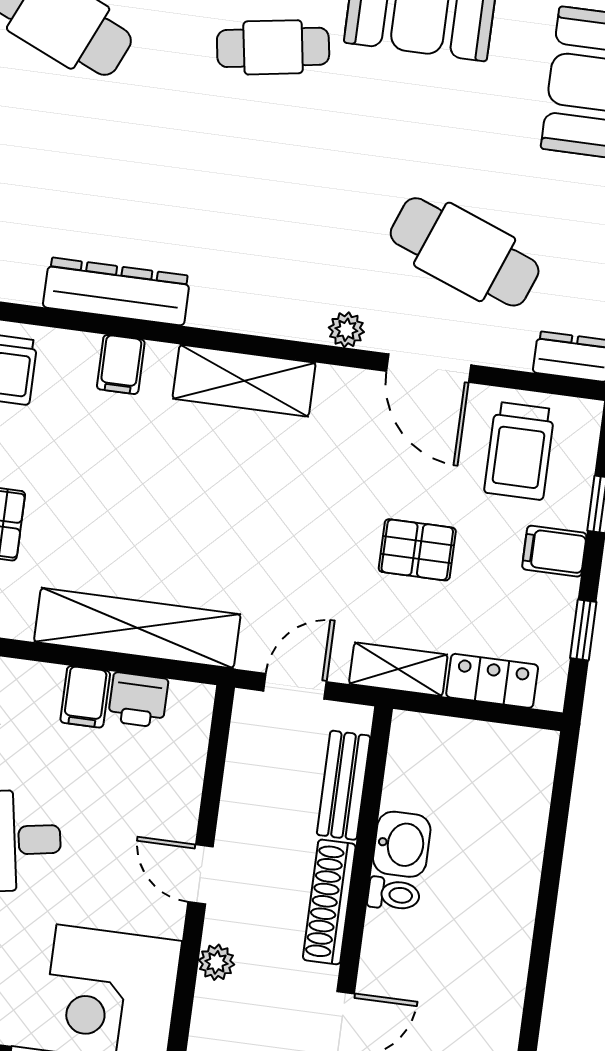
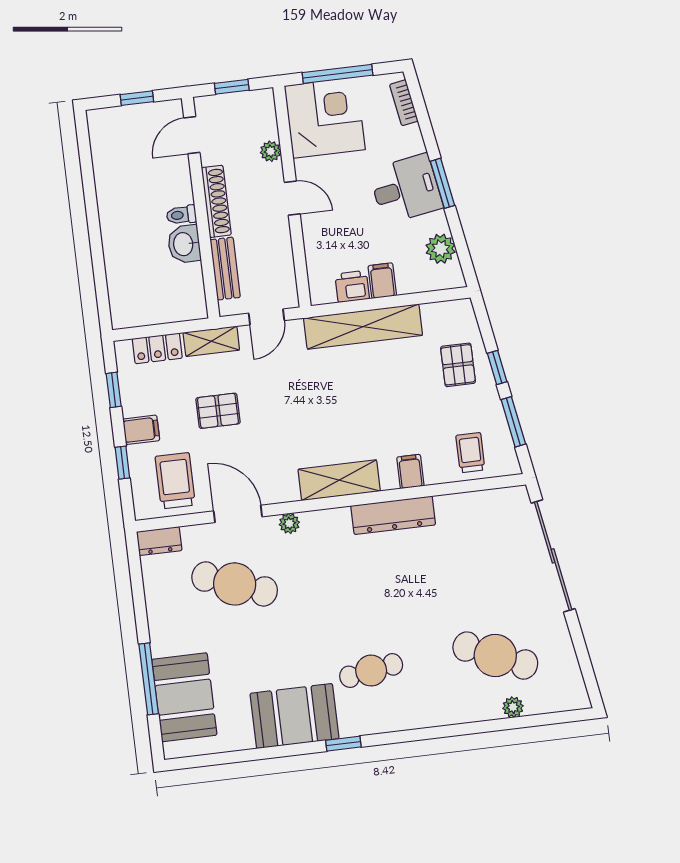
dresser: (117, 291) -> (393, 515), moved

